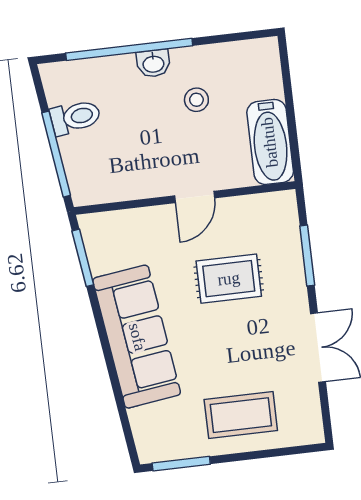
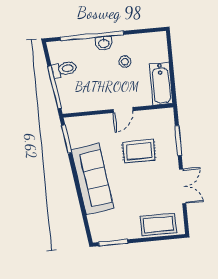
coffee table: (241, 415) -> (158, 224), moved

